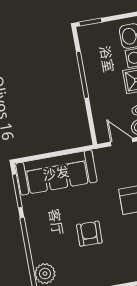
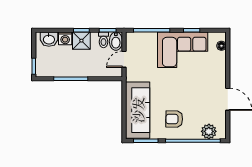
armchair: (89, 234) -> (174, 119), moved

